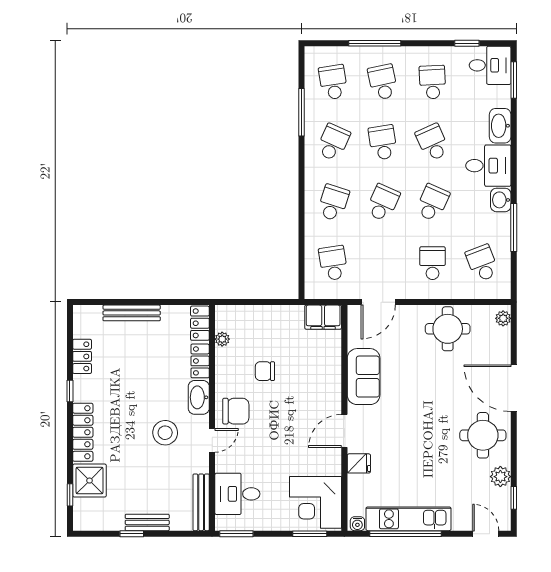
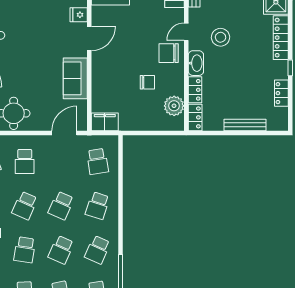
school desk: (383, 142) -> (61, 250), turned 33
school desk: (432, 142) -> (25, 250), turned 33
plant: (222, 339) -> (174, 106), width x1.88, depth x1.88

